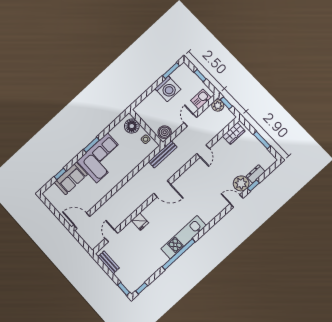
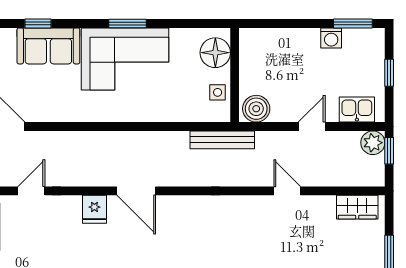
washing machine: (168, 89) -> (331, 38), width x0.53, depth x0.53
door: (203, 151) -> (287, 191), swing flipped
door: (162, 189) -> (136, 191), moved

